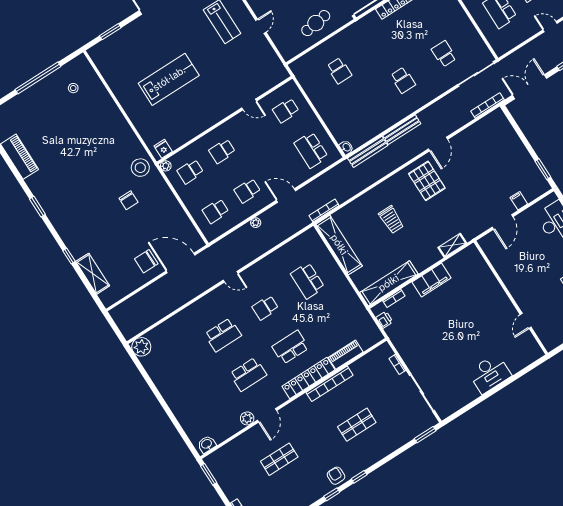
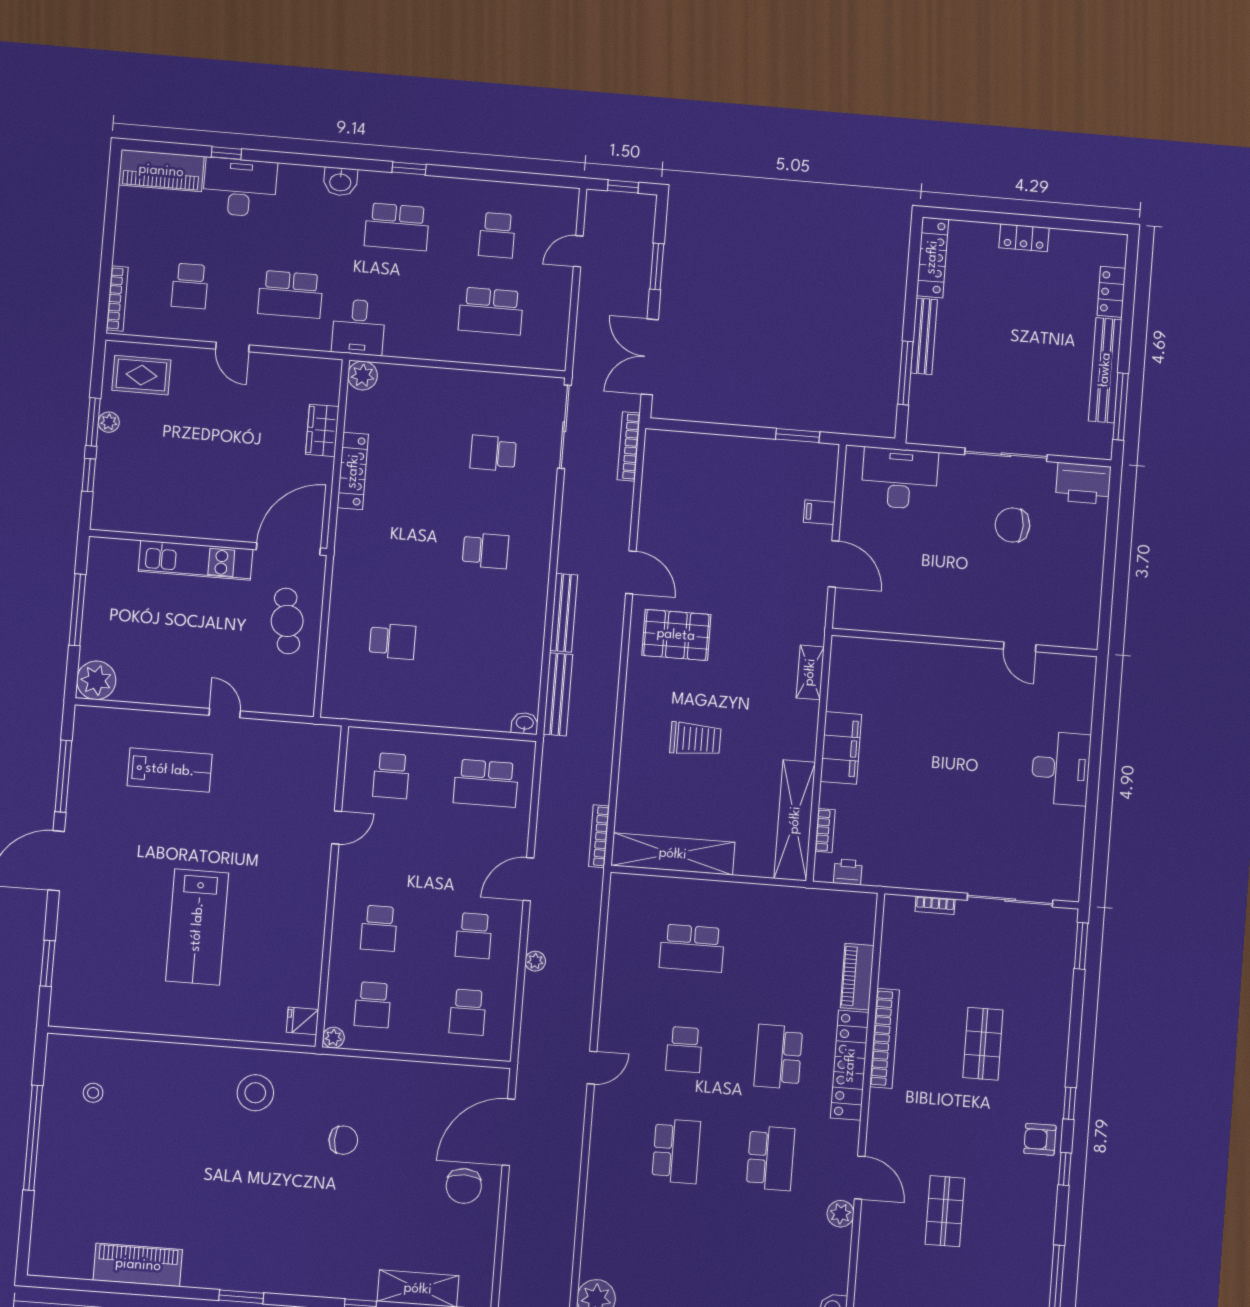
lab bench: (169, 79) -> (197, 927), turned 180
stool: (140, 168) -> (255, 1093), moved

